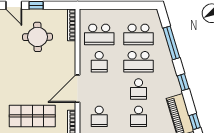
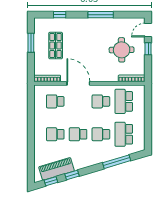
school desk: (139, 62) -> (101, 134), width x0.54
window: (183, 82) -> (72, 175), moved
shop shelf: (32, 116) -> (56, 46), width x0.70, depth x0.74

